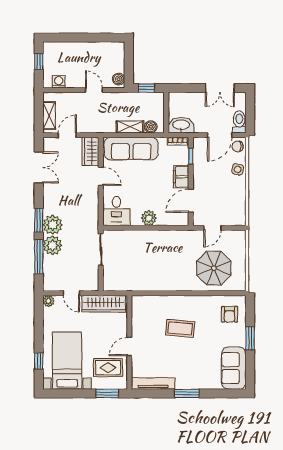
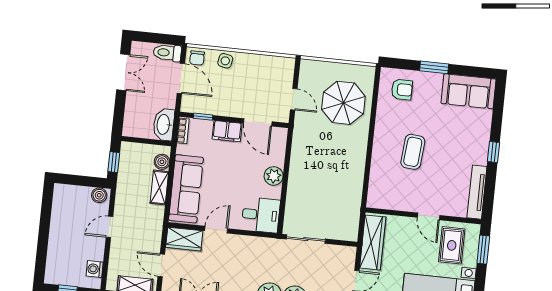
window: (187, 393) -> (494, 152), width x0.67

